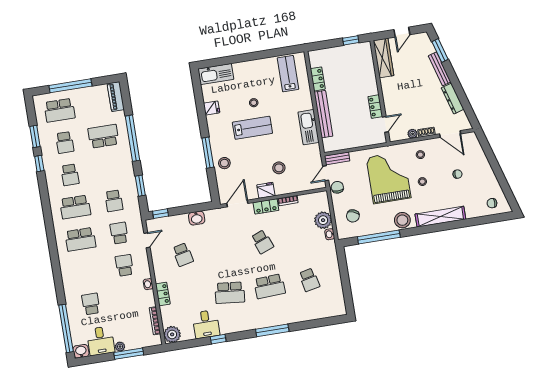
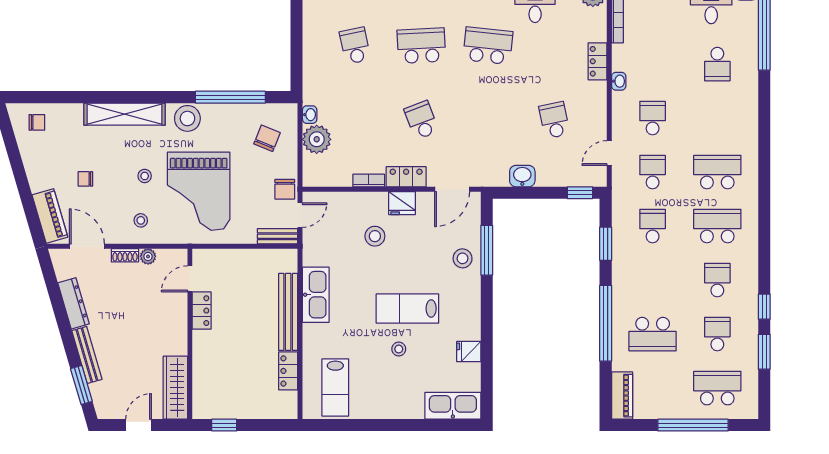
piano: (475, 148) -> (50, 216), added
window: (208, 153) -> (487, 250), moved
school desk: (119, 233) -> (653, 172), turned 180
school desk: (124, 265) -> (653, 118), turned 180

